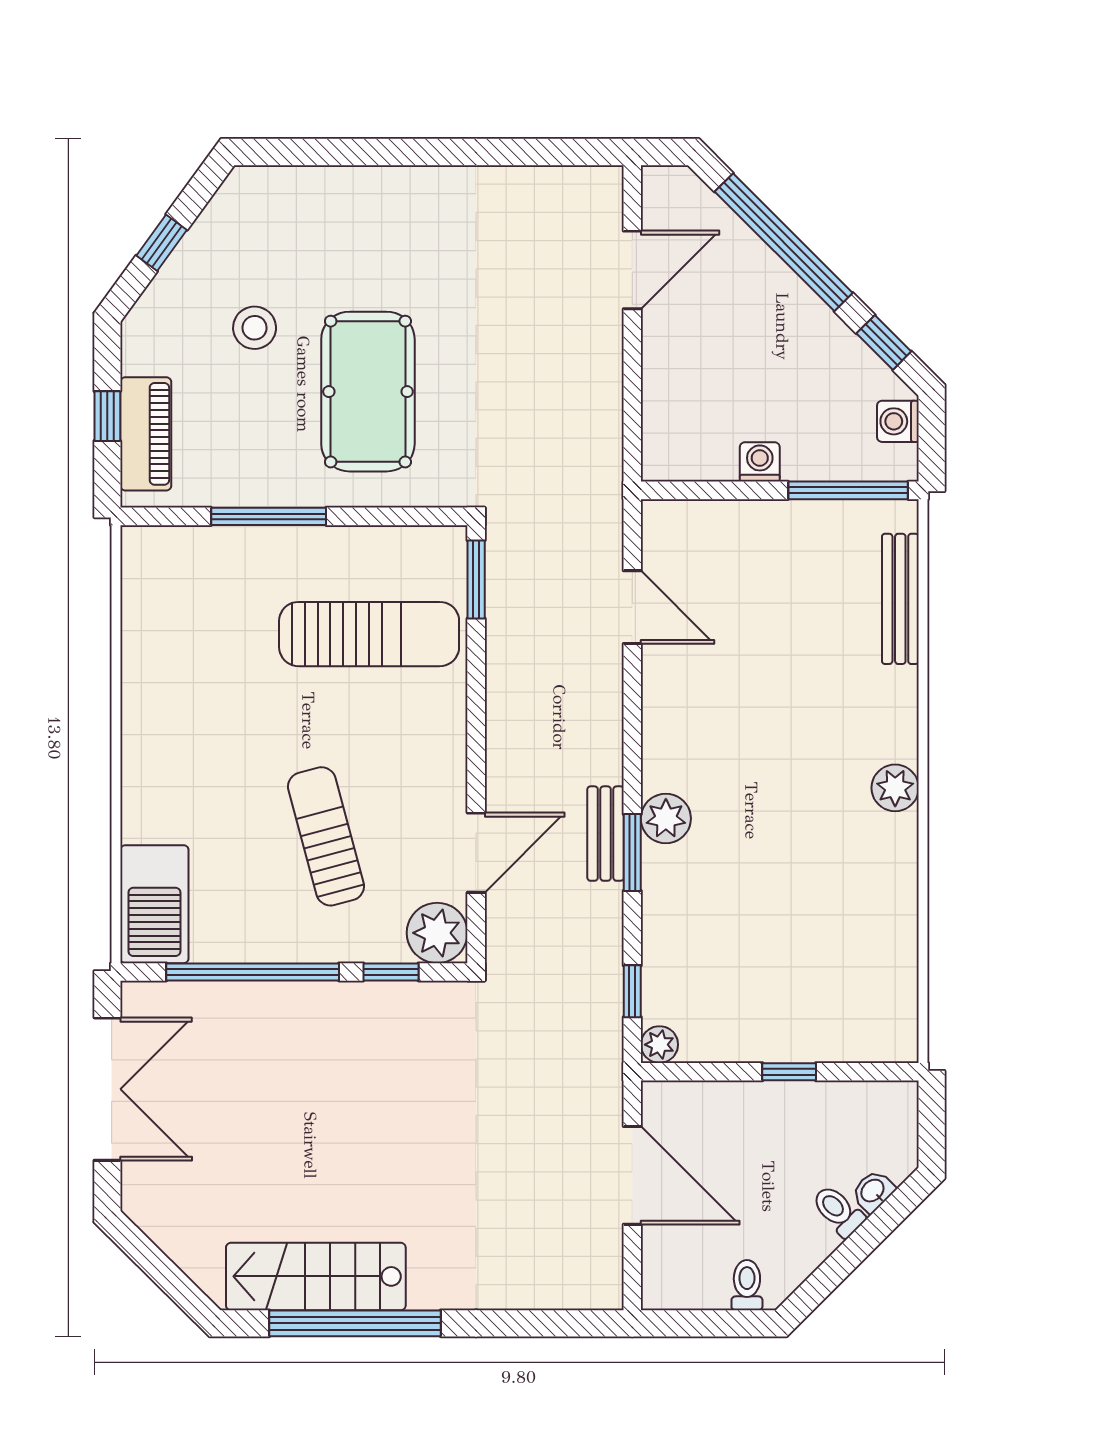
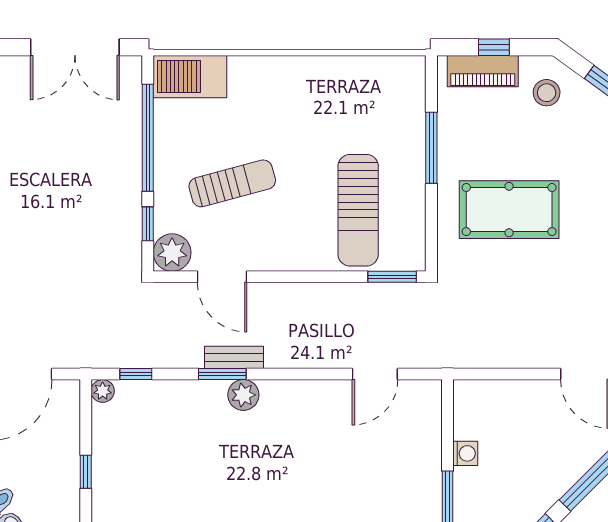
stool: (255, 328) -> (547, 93), moved

